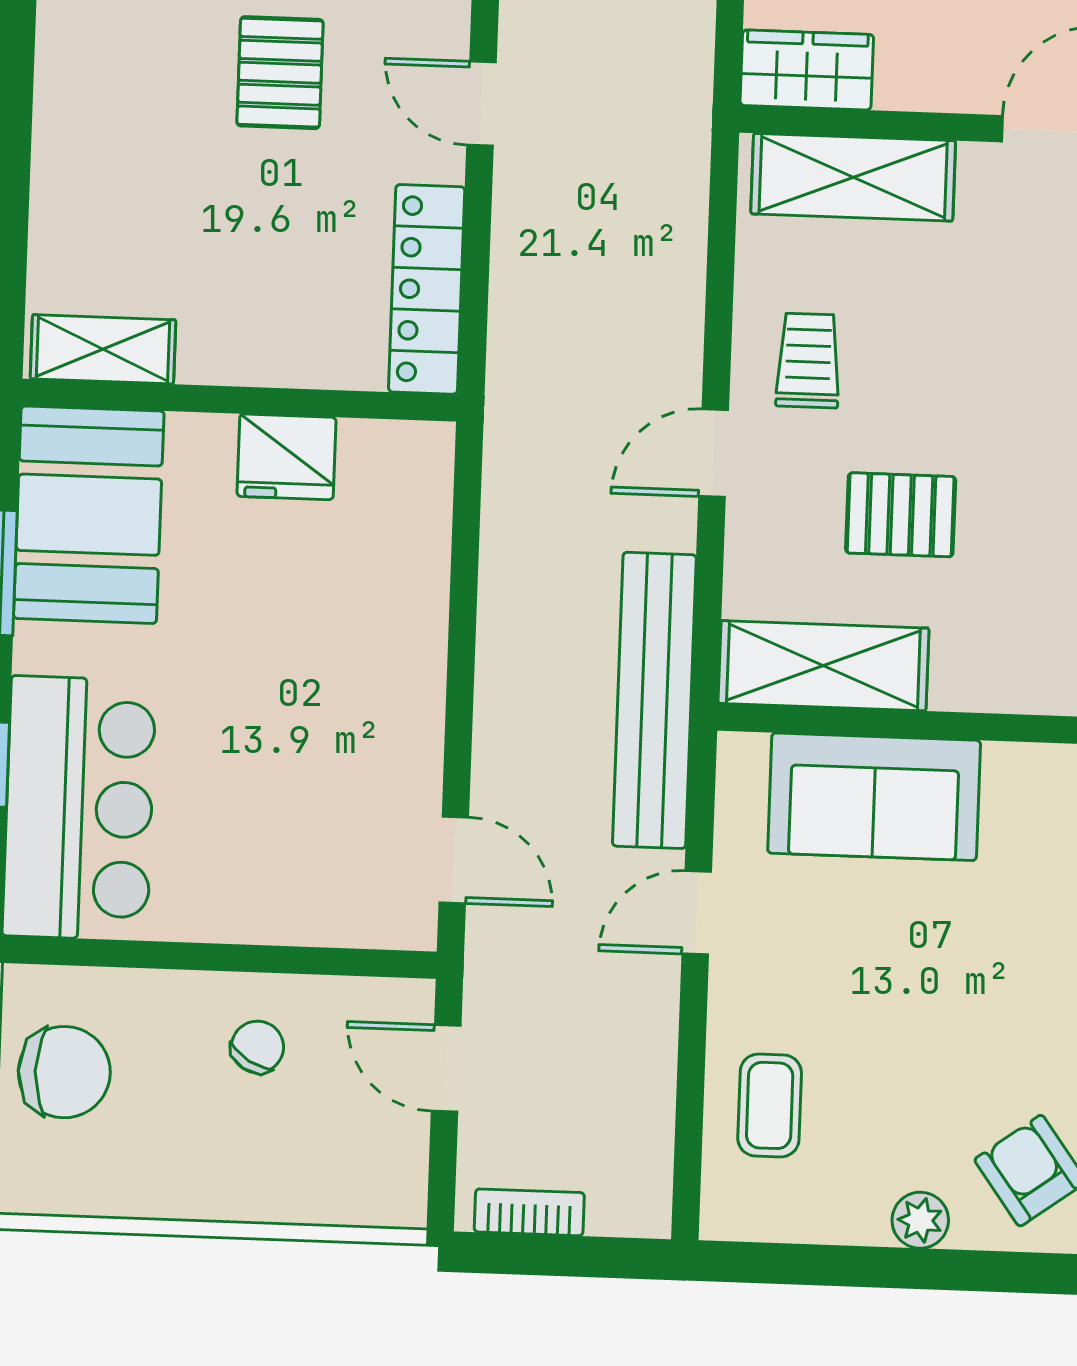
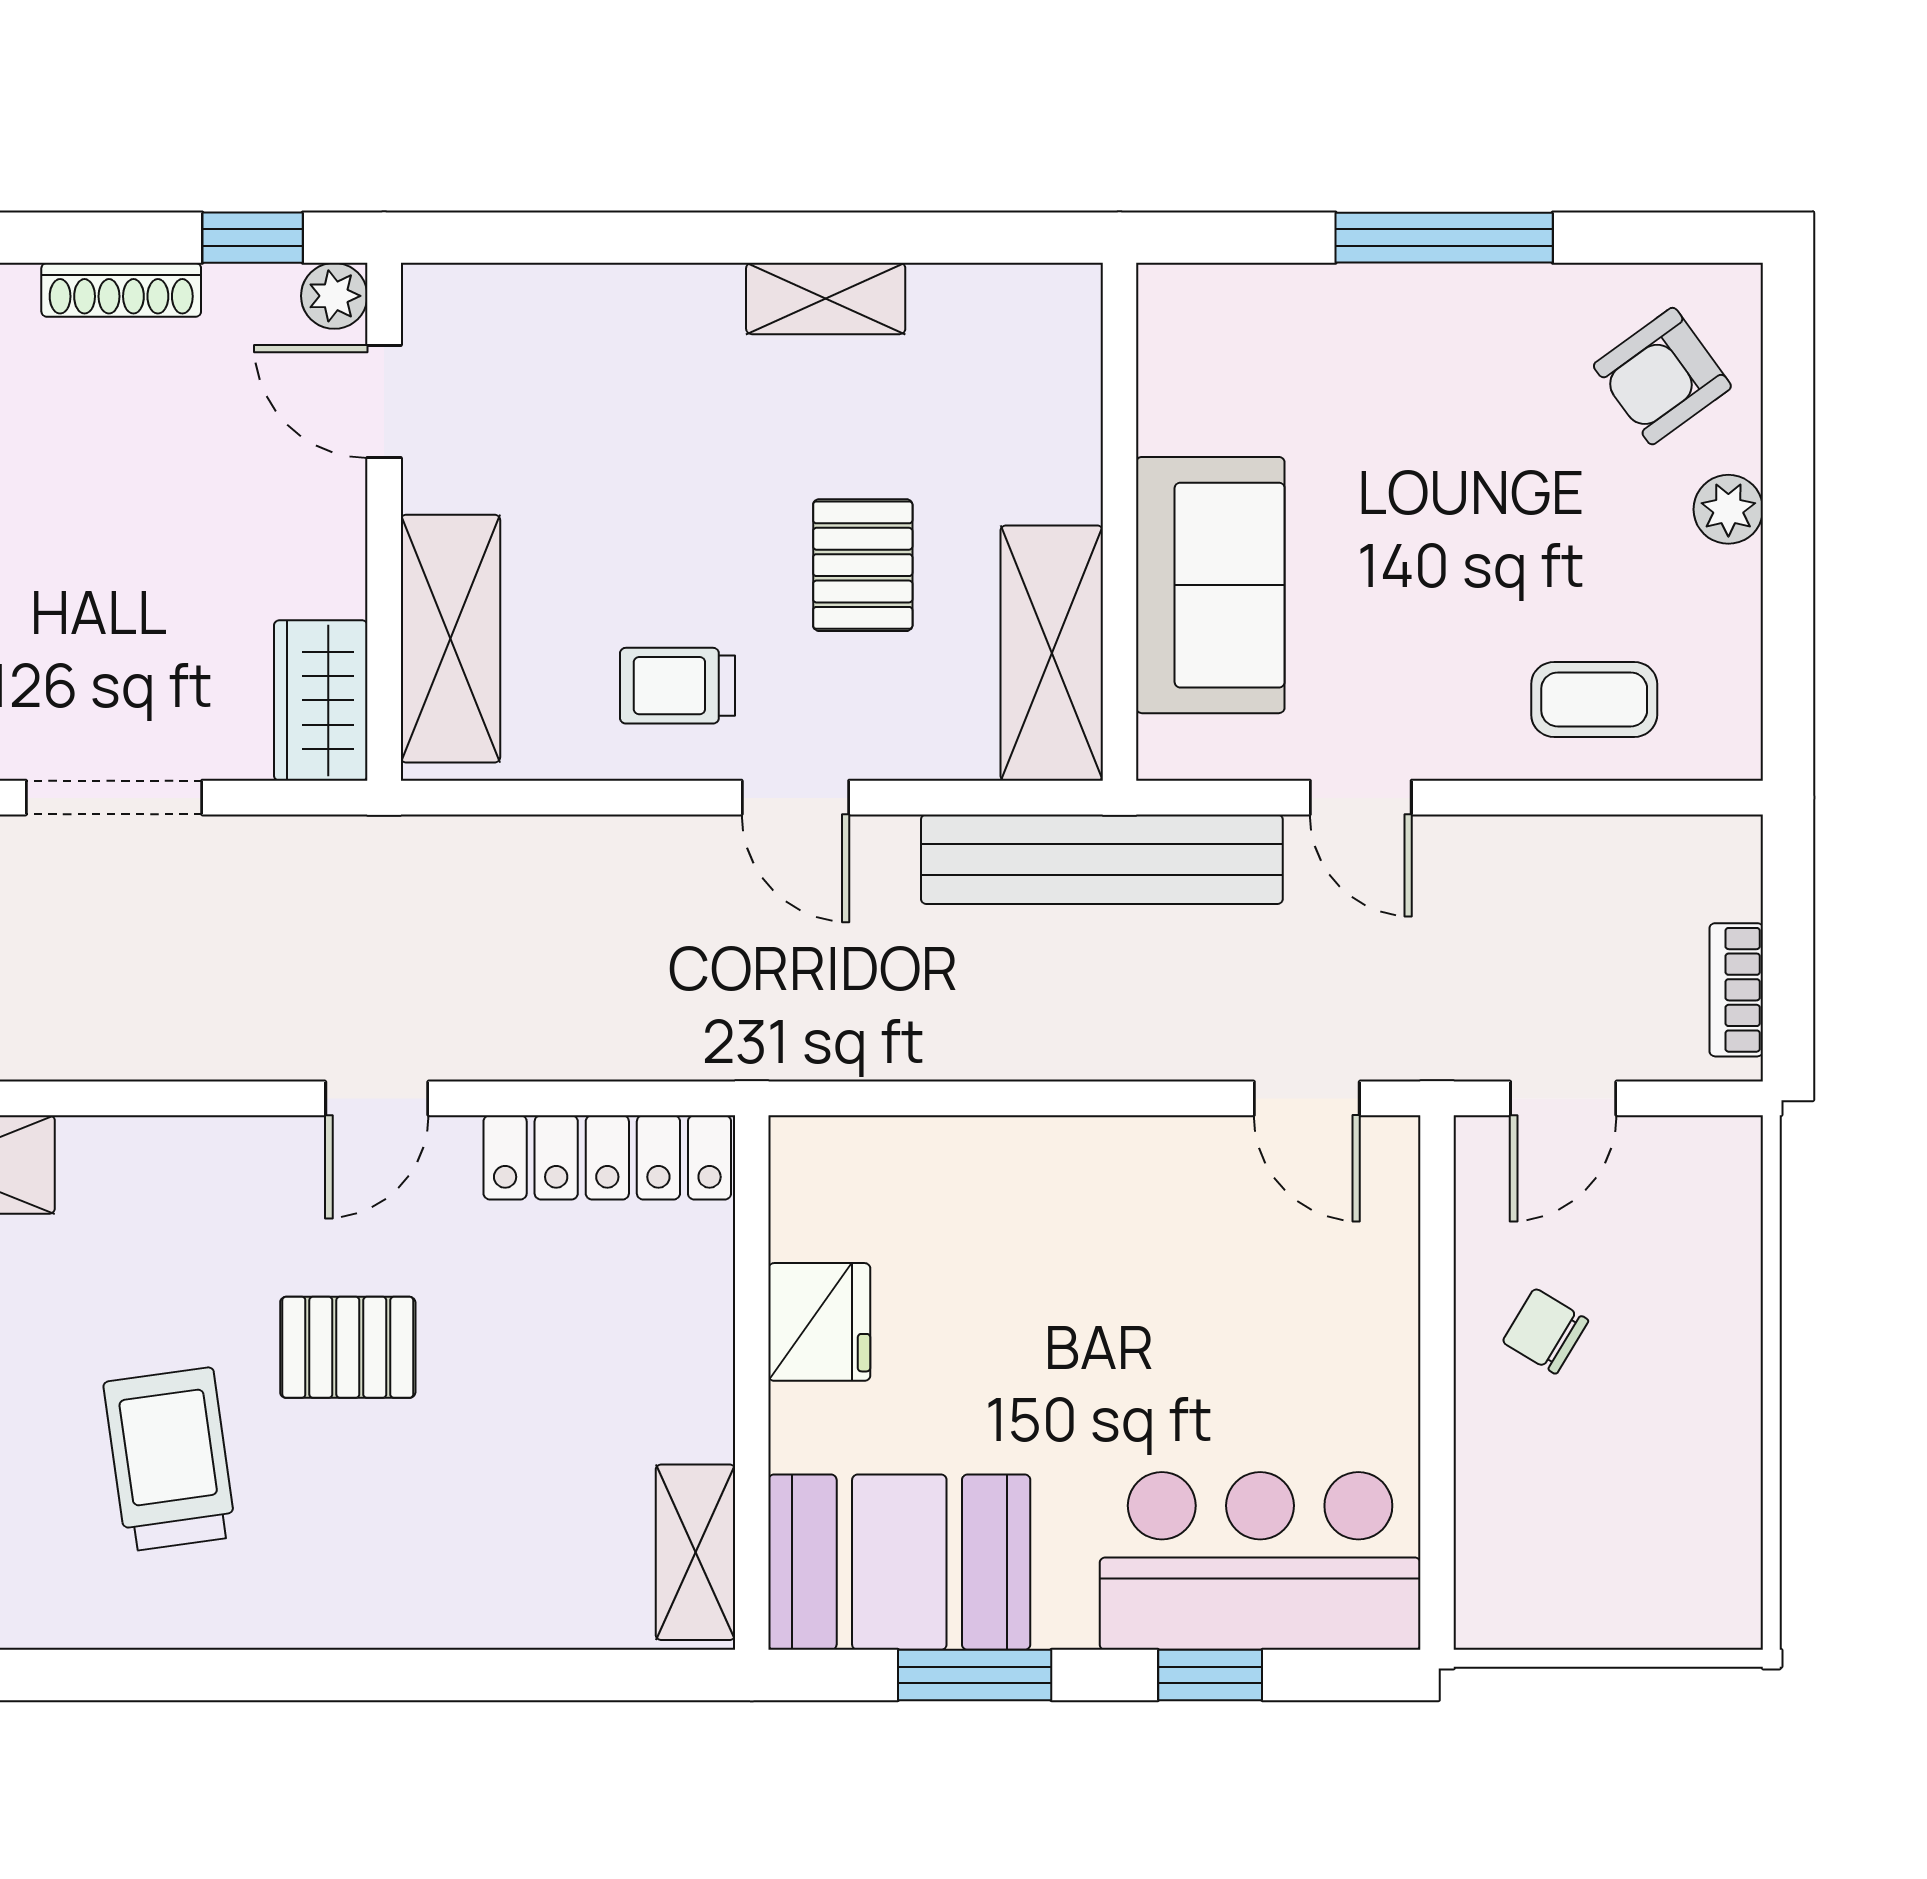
door: (454, 860) -> (1307, 1098), swing flipped
chair: (64, 1072) -> (1585, 1567), removed

